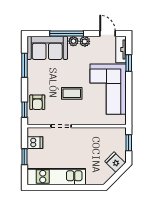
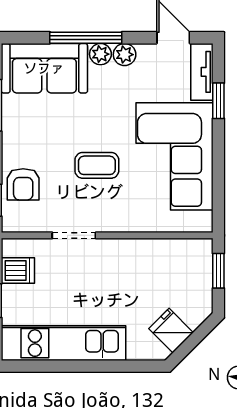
fridge: (115, 162) -> (171, 331), moved

